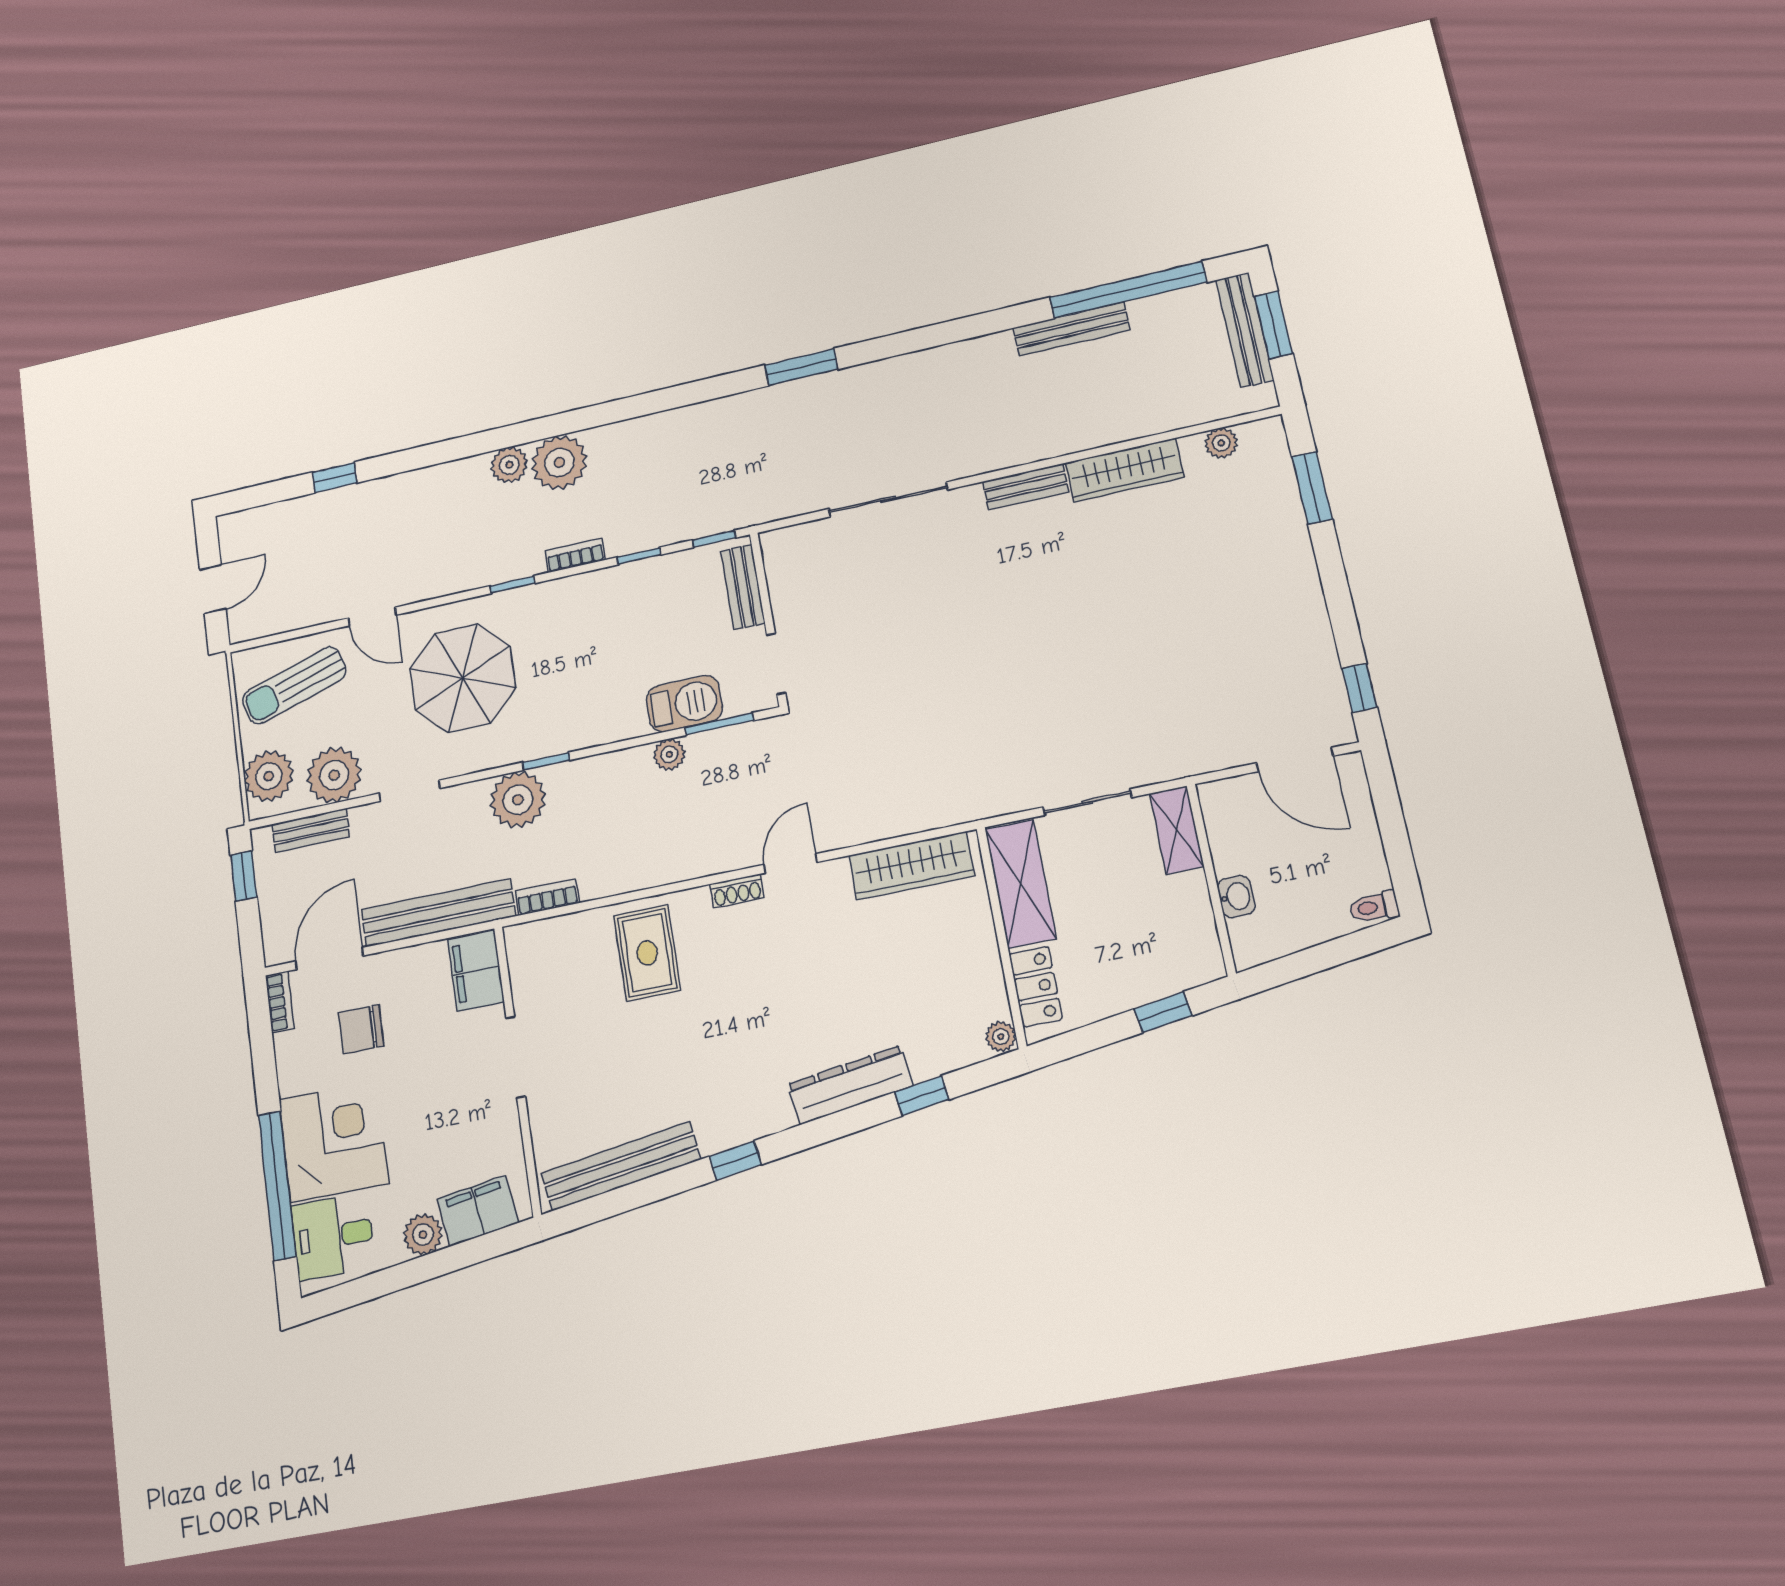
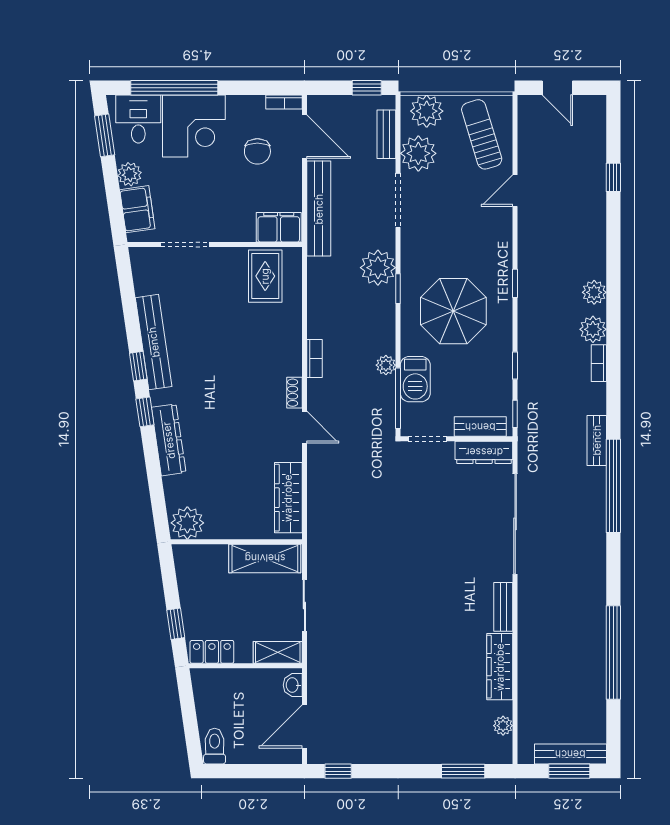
window: (1128, 290) -> (613, 652), moved
bench: (1071, 329) -> (597, 440), moved, width x0.73
window: (801, 367) -> (613, 486), width x2.11
plant: (559, 462) -> (593, 329), width x0.73, depth x0.73
sliding door: (888, 499) -> (515, 524), width x1.36
bookcase: (575, 555) -> (599, 363), moved, turned 180
dresser: (783, 572) -> (484, 452), added
parasol: (463, 678) -> (453, 311), moved
window: (719, 724) -> (398, 398), width x1.44
doorway: (409, 791) -> (398, 200), width x1.38
bookcase: (547, 897) -> (314, 359), moved
washbasin: (1236, 897) -> (293, 685), moved, turned 90
toilet: (1374, 907) -> (215, 746), width x1.37, depth x1.39
rug: (647, 953) -> (265, 276), moved, turned 90
locker: (1036, 987) -> (212, 652), moved, turned 180
chair: (361, 1029) -> (257, 151), turned 180
plant: (1001, 1037) -> (187, 523), width x1.88, depth x1.88
doorway: (516, 1057) -> (185, 245), moved
window: (922, 1096) -> (145, 412), moved
bench: (621, 1166) -> (154, 342), moved
window: (366, 1289) -> (105, 135), added

